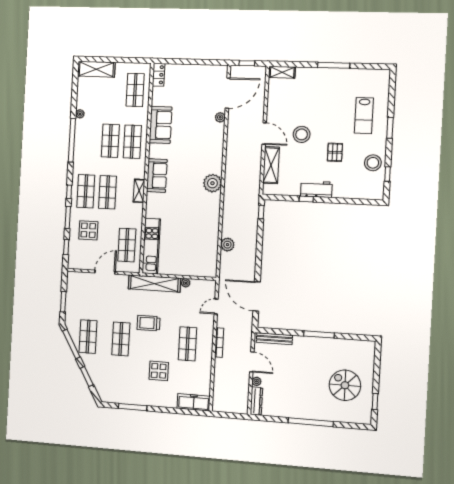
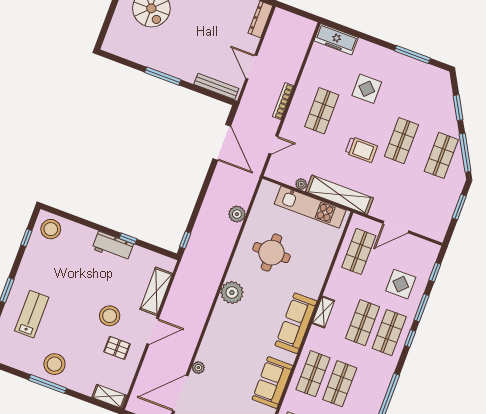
stool: (333, 83) -> (54, 364), added
door: (264, 134) -> (153, 331), swing flipped
pallet: (335, 152) -> (117, 348), moved, turned 90
stool: (373, 163) -> (51, 229), moved
sofa: (157, 176) -> (296, 323), width x1.36
round table: (192, 223) -> (271, 253), added
kitchen unit: (151, 246) -> (310, 207), moved, turned -90
plant: (257, 381) -> (253, 42), removed

